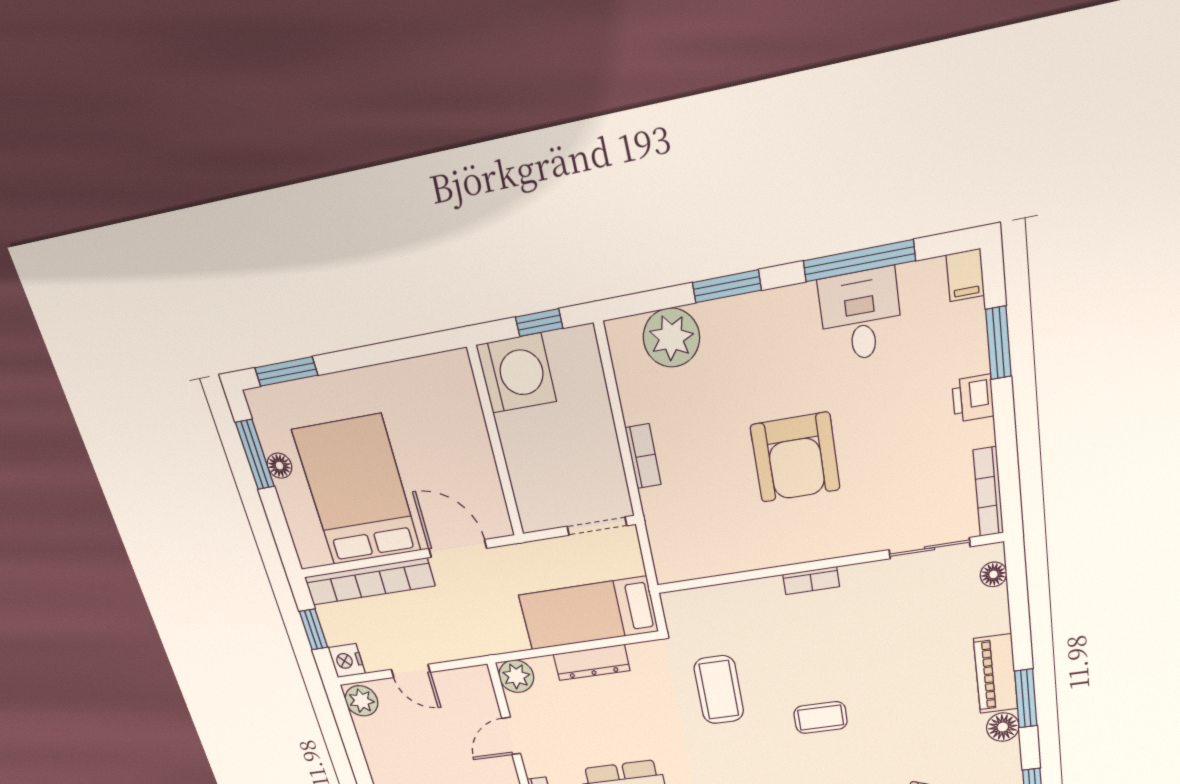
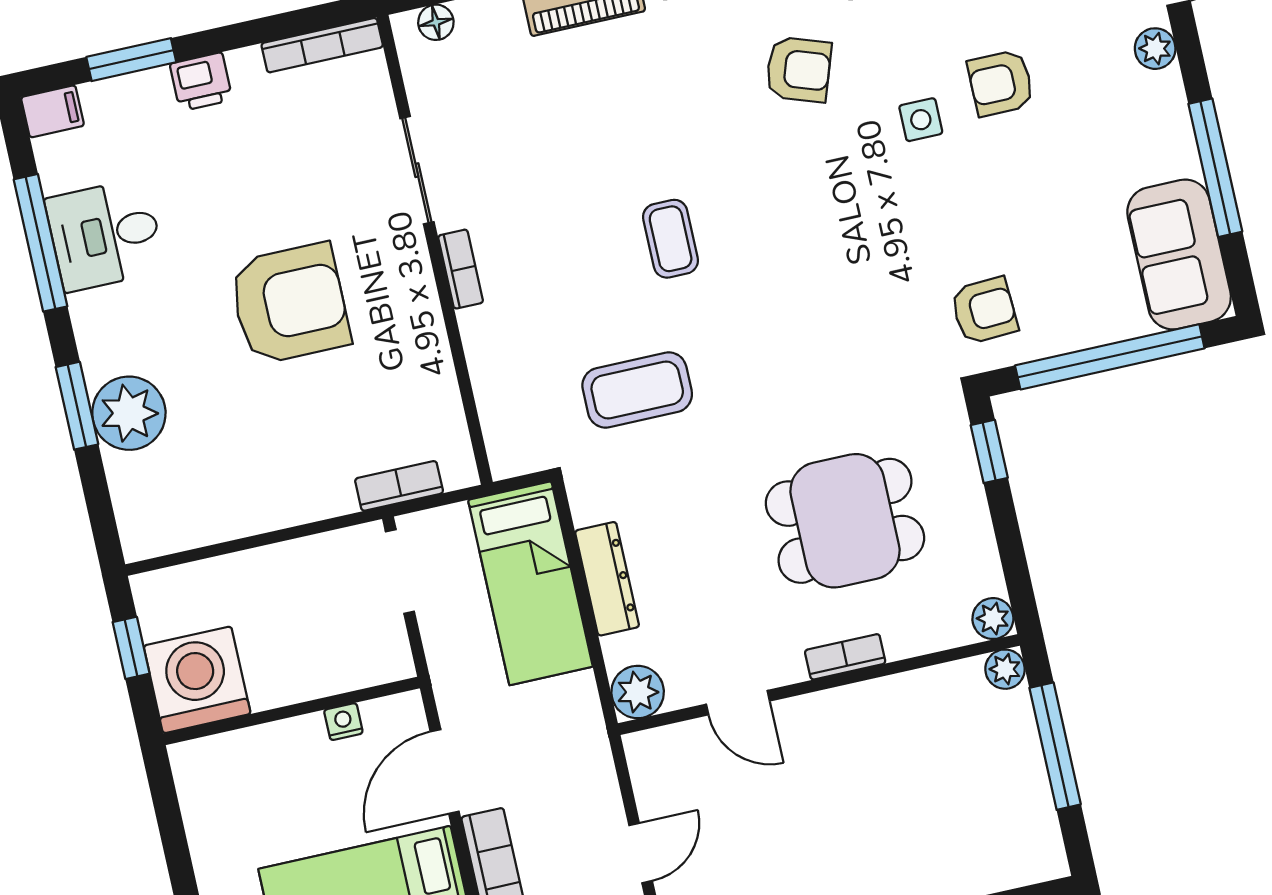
plant: (671, 338) -> (129, 413), moved
bookcase: (643, 456) -> (399, 486), moved
nightstand: (490, 480) -> (343, 722), added
sliding door: (929, 548) -> (417, 170), moved

